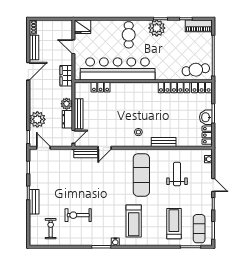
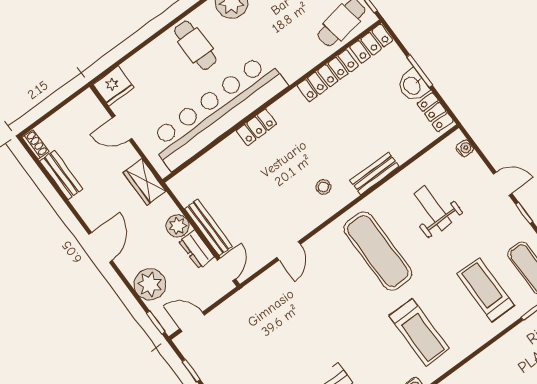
door: (28, 71) -> (101, 247), moved
locker: (101, 87) -> (256, 127), moved
bench: (86, 153) -> (265, 281), removed

